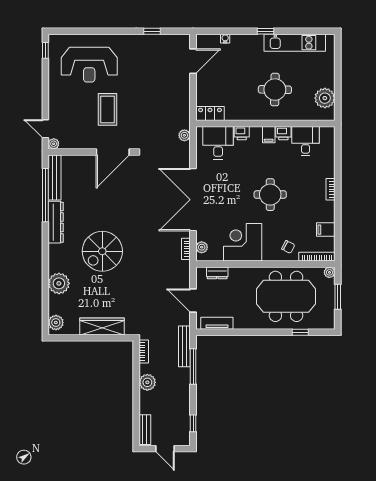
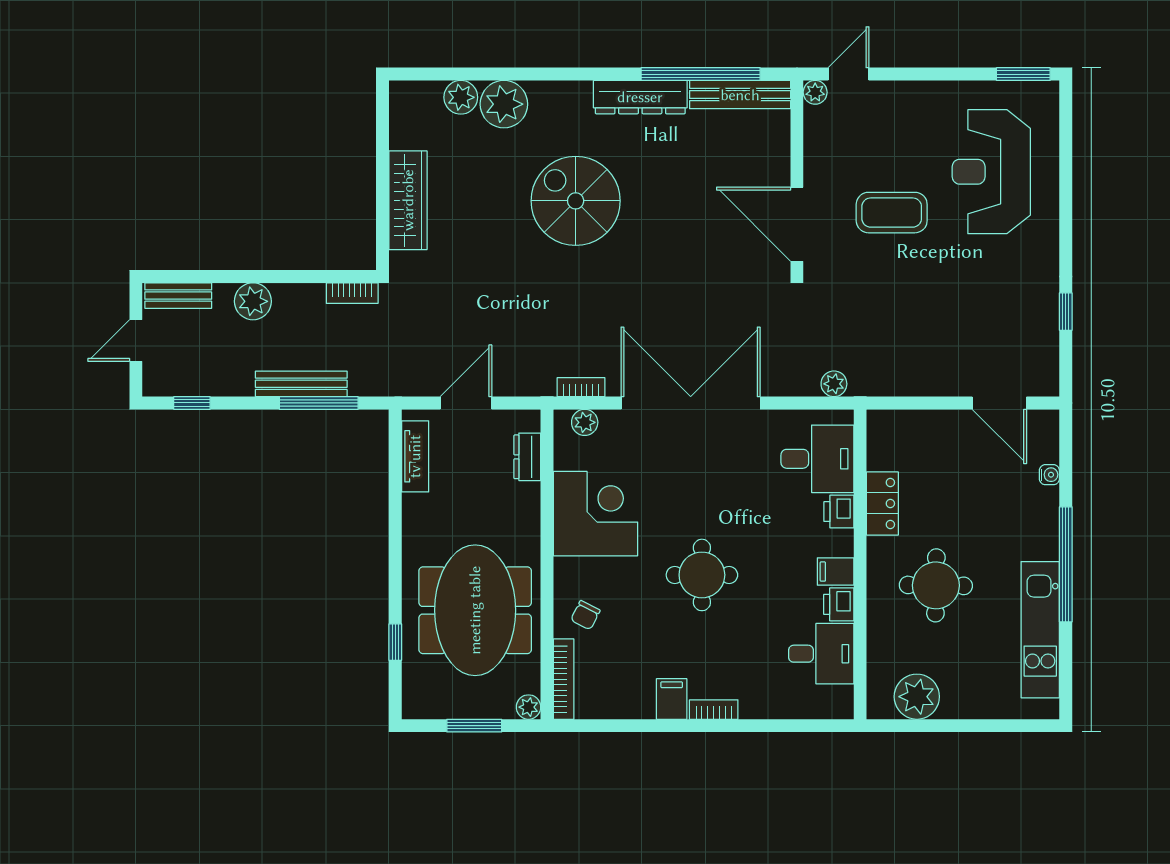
window: (265, 31) -> (1066, 564), width x3.17
window: (45, 50) -> (1023, 74), width x1.50
locker: (210, 114) -> (882, 503), moved
filing cabinet: (326, 230) -> (672, 699), moved
plant: (56, 323) -> (461, 97), moved
bench: (184, 346) -> (301, 384), moved
plant: (147, 382) -> (253, 301), moved

